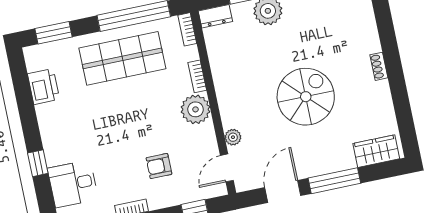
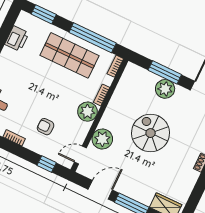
dresser: (215, 16) -> (135, 71), removed
spiral stairs: (306, 97) -> (151, 133), moved, turned -90
plant: (233, 137) -> (102, 139), width x1.88, depth x1.88

